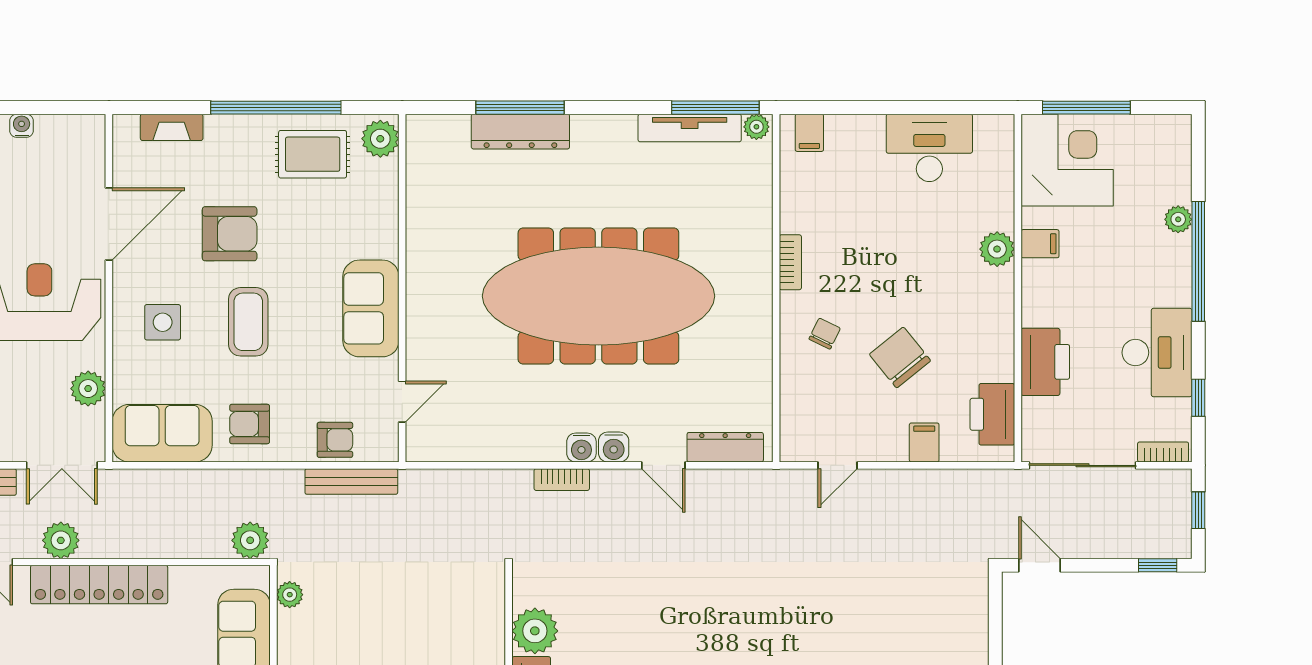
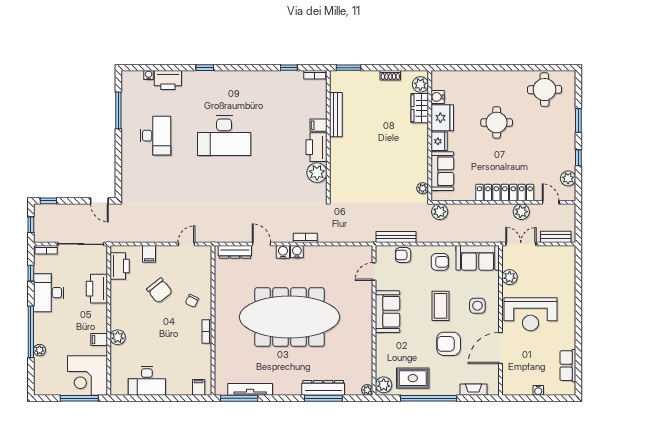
plant: (756, 127) -> (367, 390), moved

